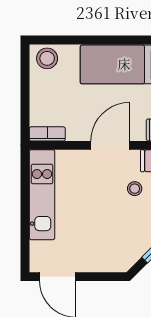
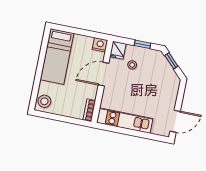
door: (110, 145) -> (104, 74), hinge flipped

